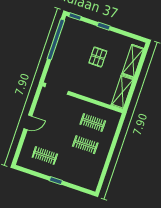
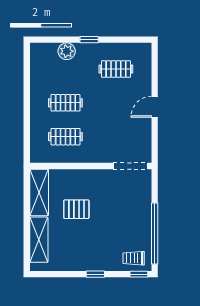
trolley: (75, 28) -> (134, 258), added
pallet: (98, 57) -> (76, 209), moved, turned 90
plant: (73, 178) -> (67, 51), added

